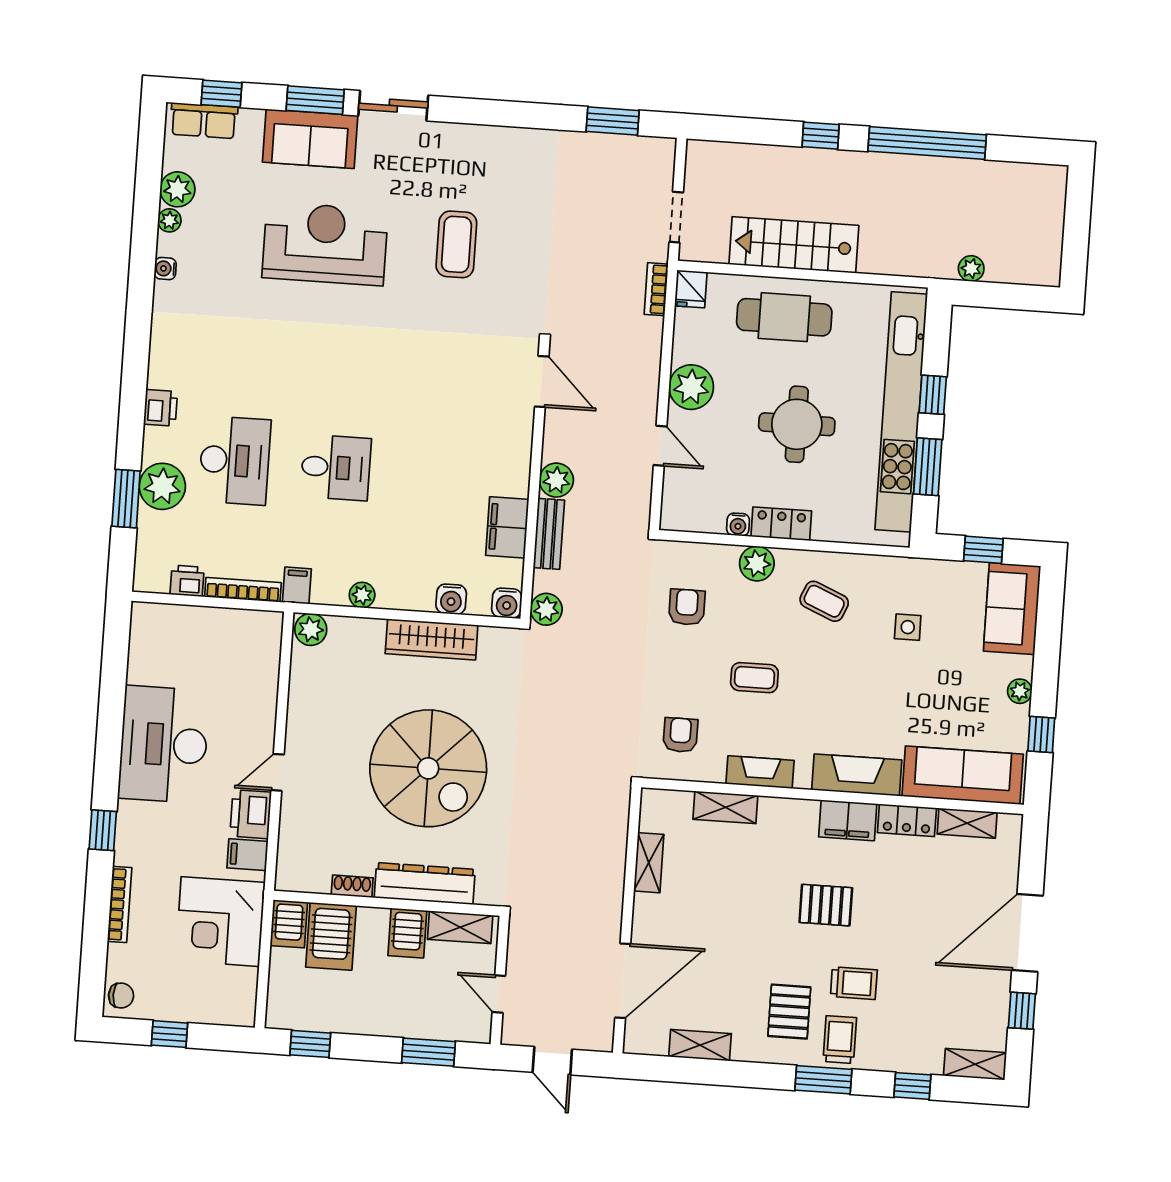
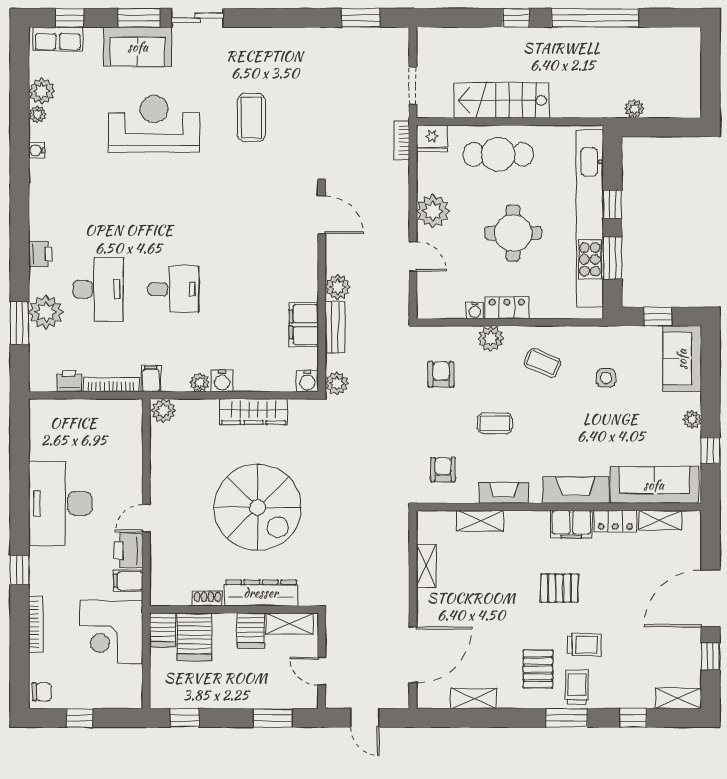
fridge: (691, 289) -> (432, 138), width x1.38
water cooler: (451, 599) -> (222, 381), moved

